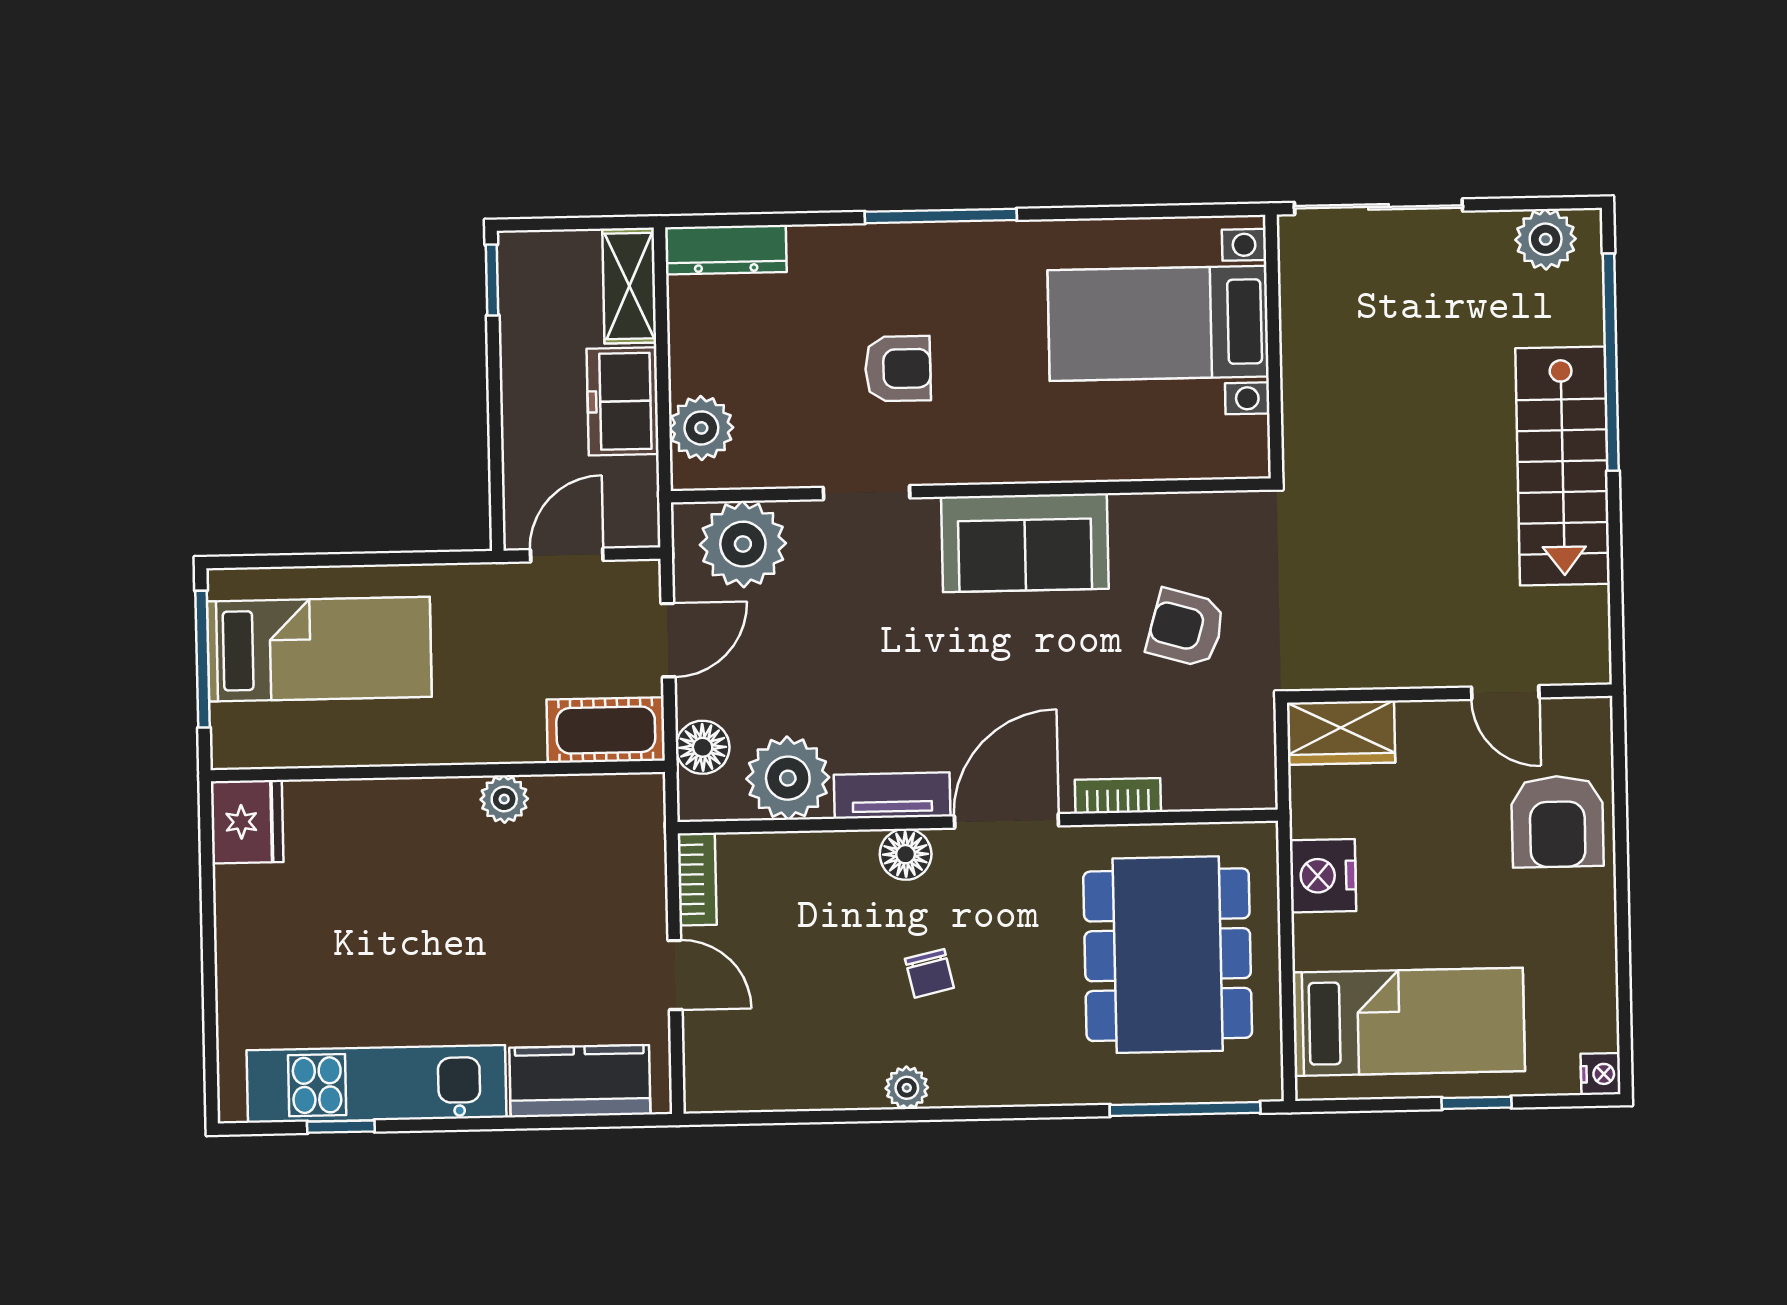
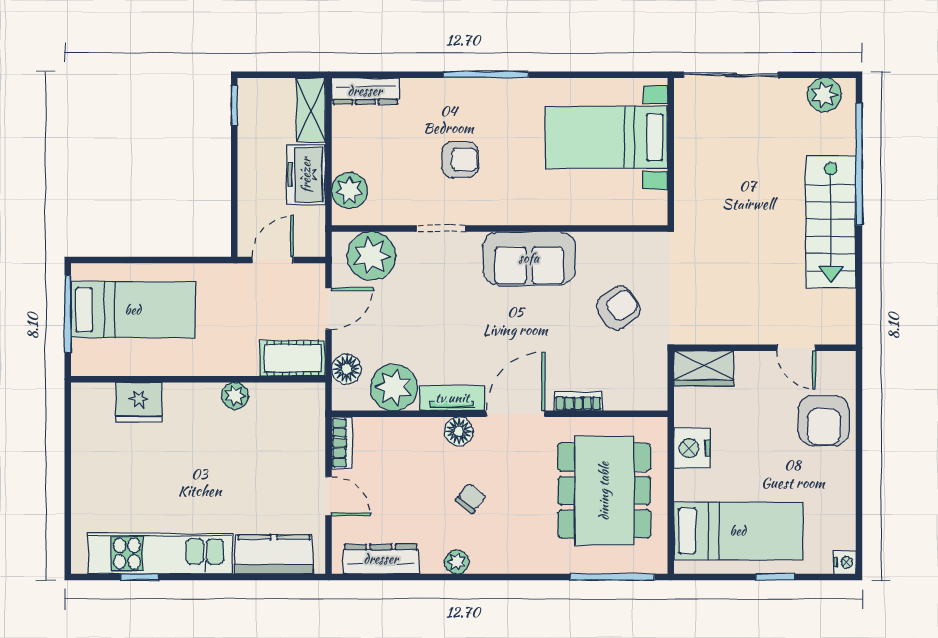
armchair: (1186, 628) -> (618, 308), turned 128
fridge: (247, 822) -> (139, 402), moved, turned 90
chair: (929, 973) -> (471, 498), turned -128
dresser: (771, 1085) -> (381, 559), added

